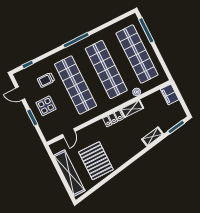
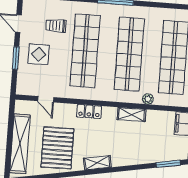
locker: (113, 119) -> (89, 111), moved
door: (69, 133) -> (46, 99), hinge flipped
shelving: (152, 137) -> (97, 163), moved

